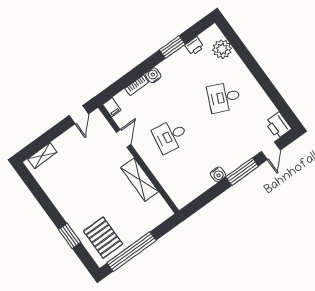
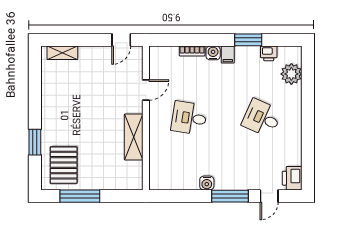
filing cabinet: (112, 107) -> (228, 55), moved
window: (132, 252) -> (80, 196), width x0.68

